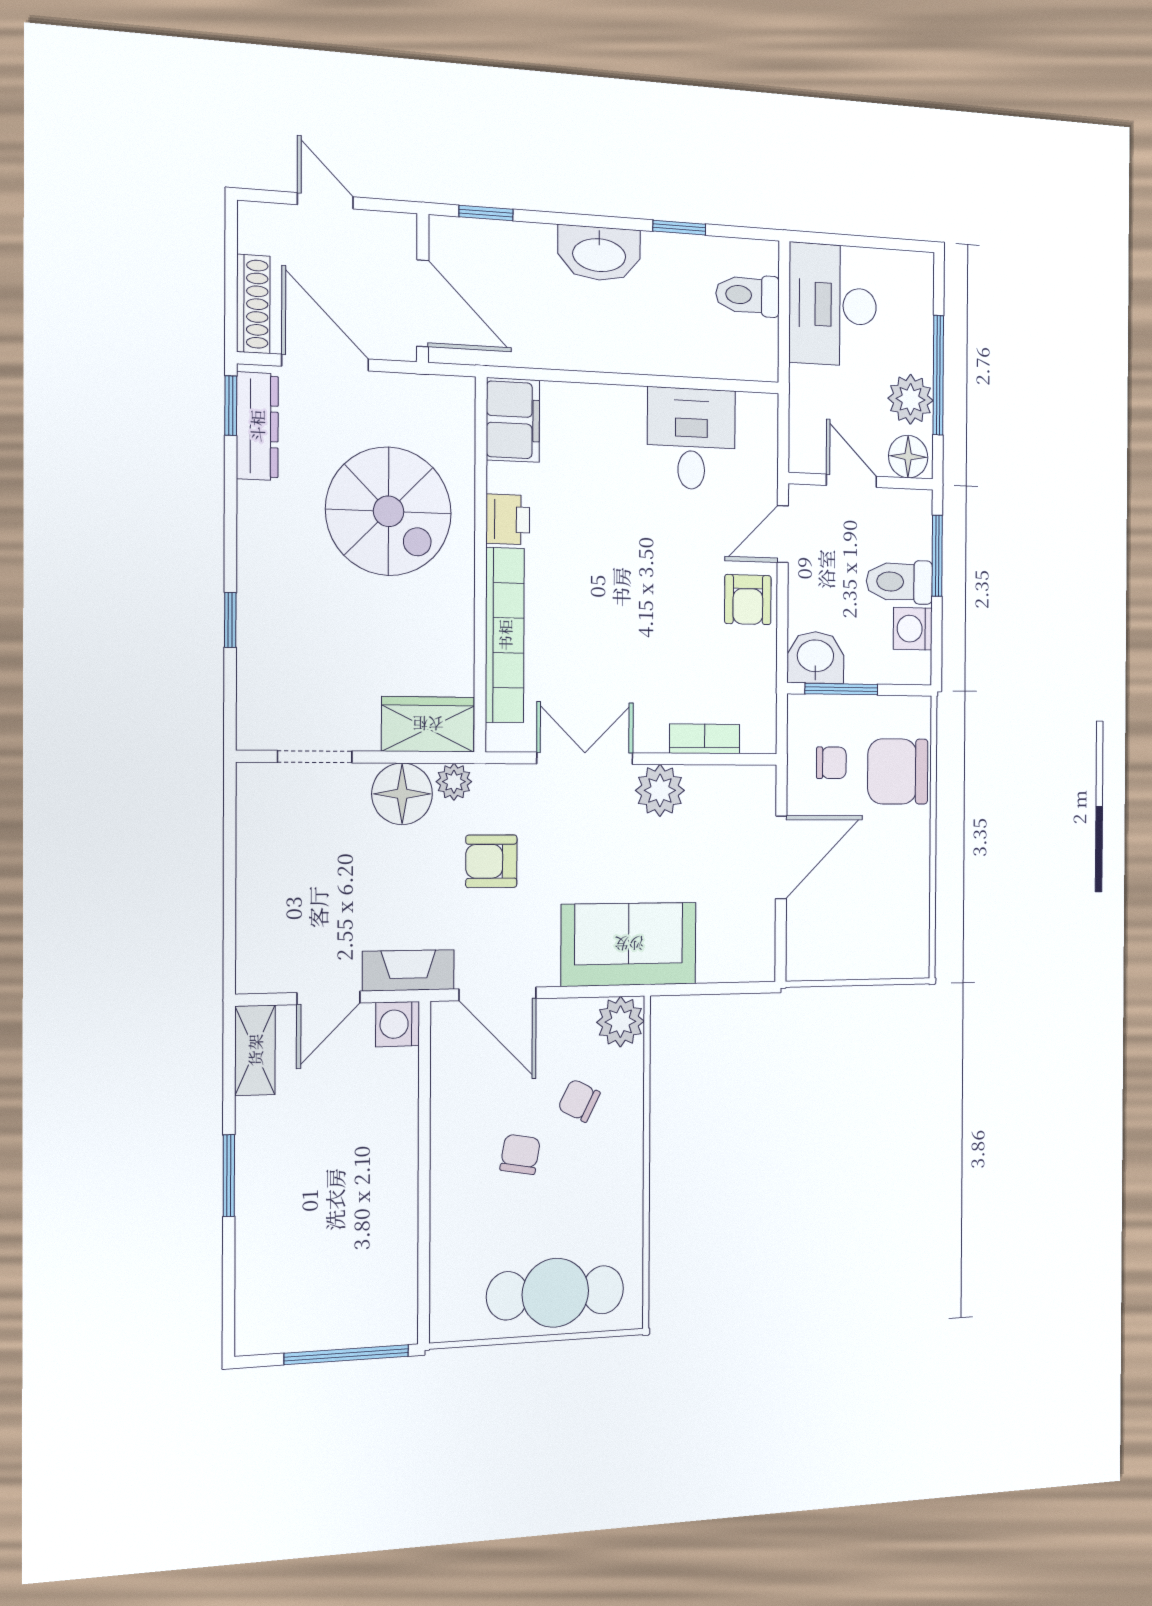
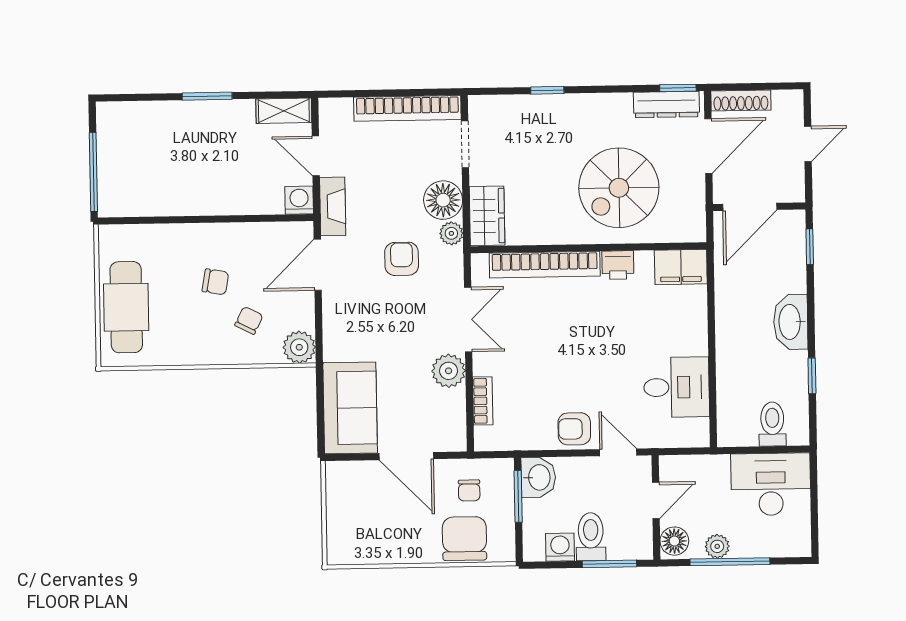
plant: (910, 399) -> (717, 546), width x0.73, depth x0.73
bookcase: (255, 849) -> (407, 108), added
sofa: (629, 944) -> (350, 408), moved

